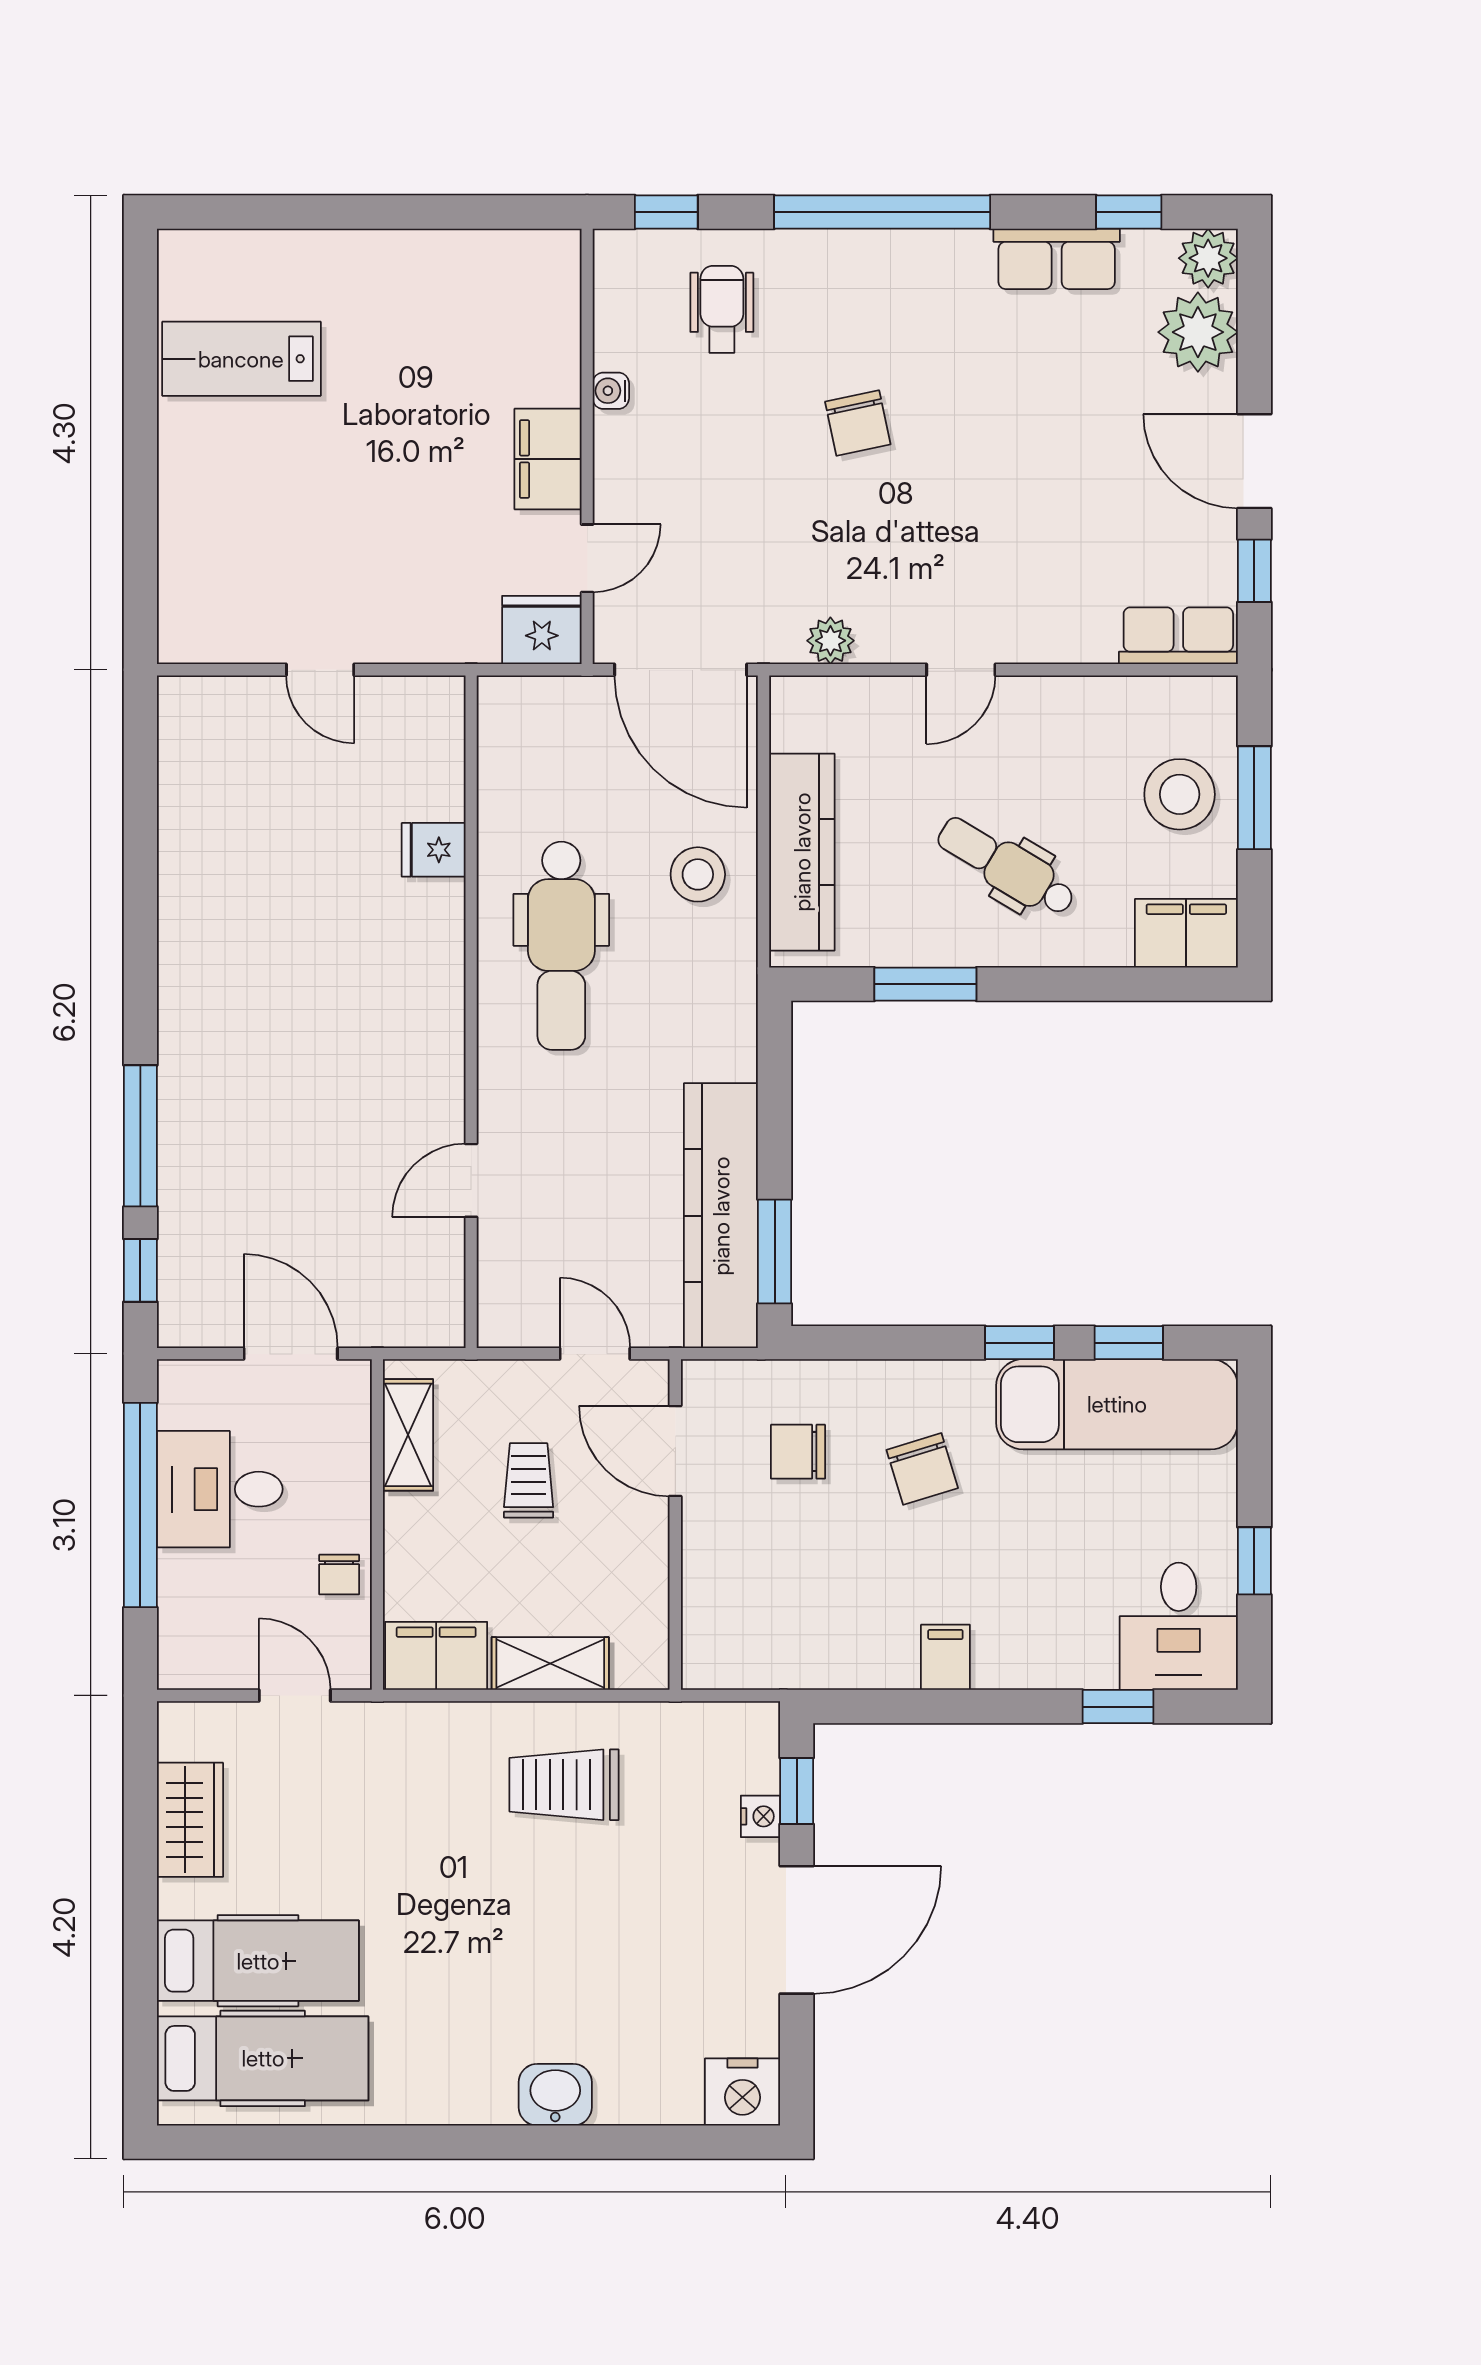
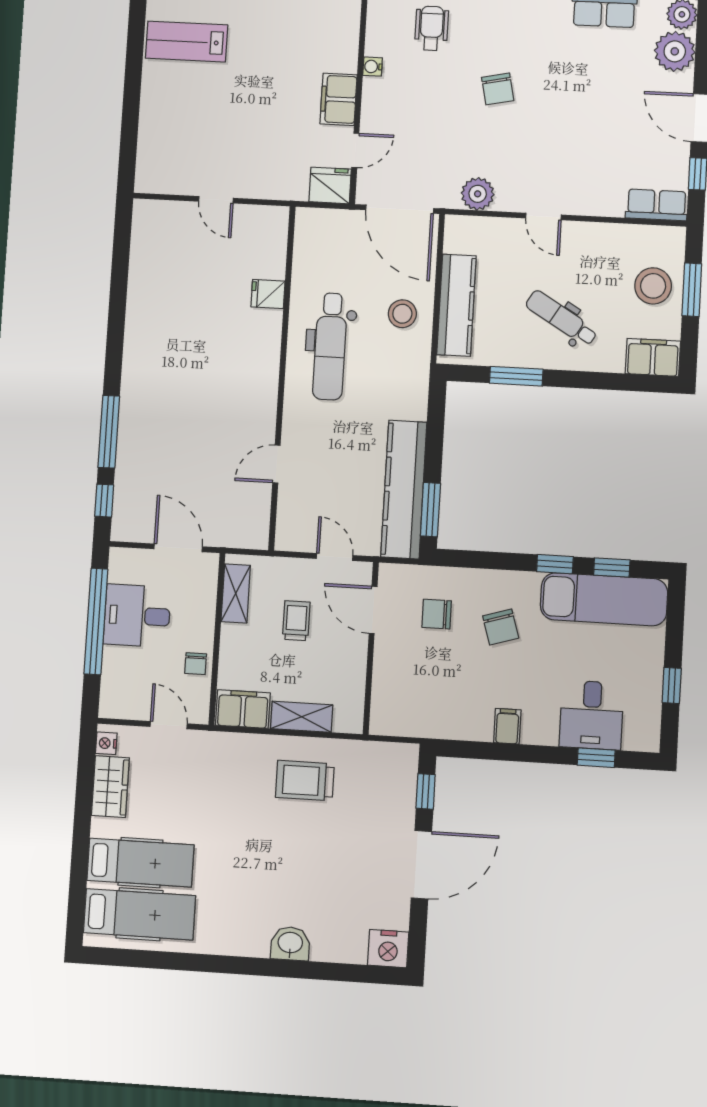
plant: (830, 641) -> (478, 194), width x1.38, depth x1.38
door: (961, 670) -> (544, 216), hinge flipped
desk: (1179, 1626) -> (592, 715), moved
nightstand: (760, 1816) -> (106, 743), moved, turned 180

